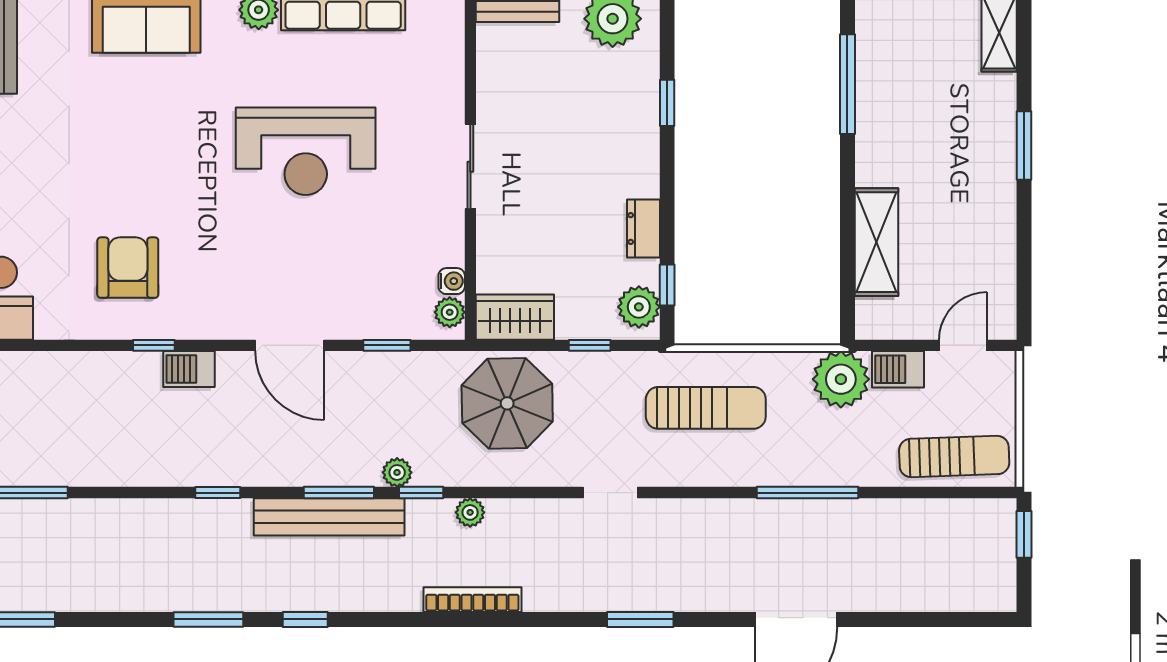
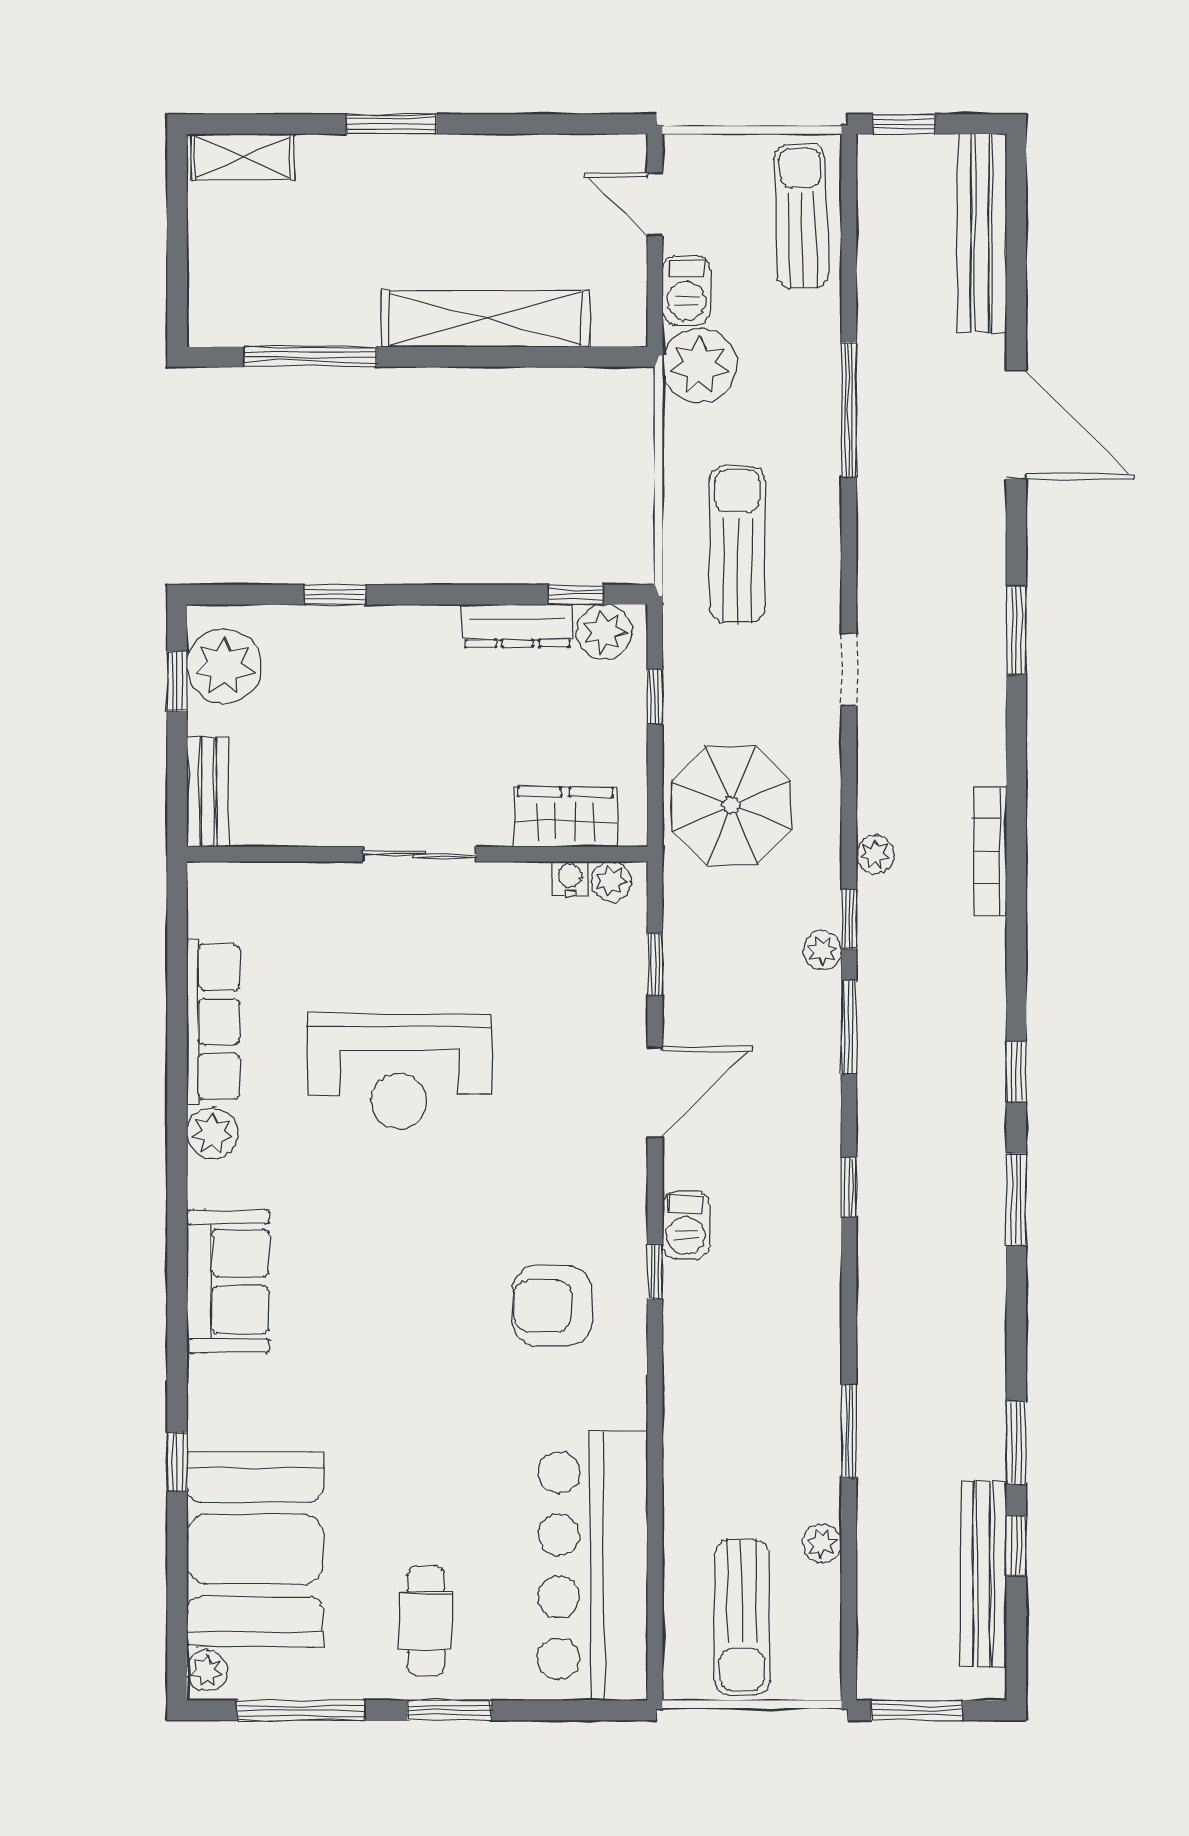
reception desk: (306, 151) -> (399, 1071), turned 90
dresser: (643, 229) -> (518, 626), width x1.44
shelving: (876, 242) -> (485, 319), width x1.47
wardrobe: (515, 317) -> (565, 817), moved, turned 90
bench: (329, 517) -> (982, 233), moved

